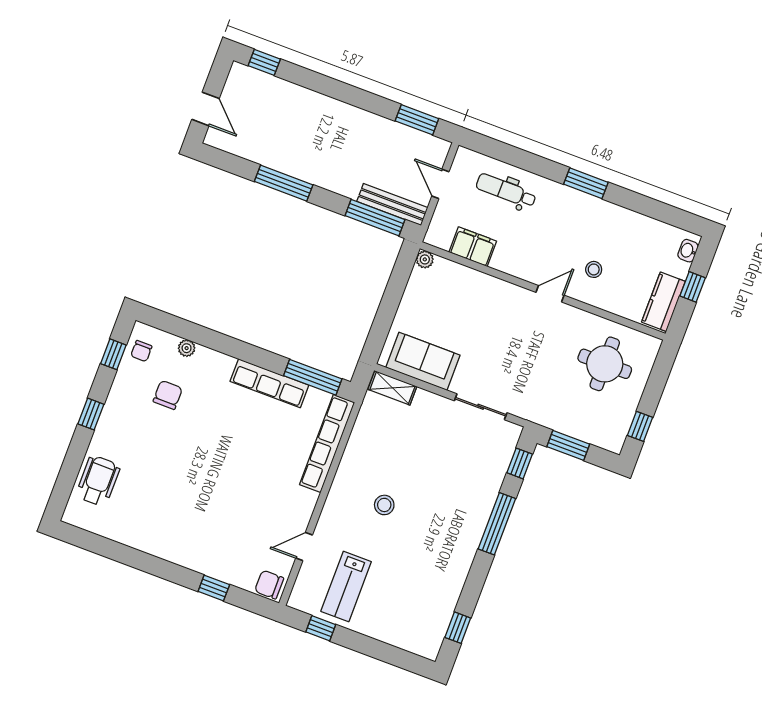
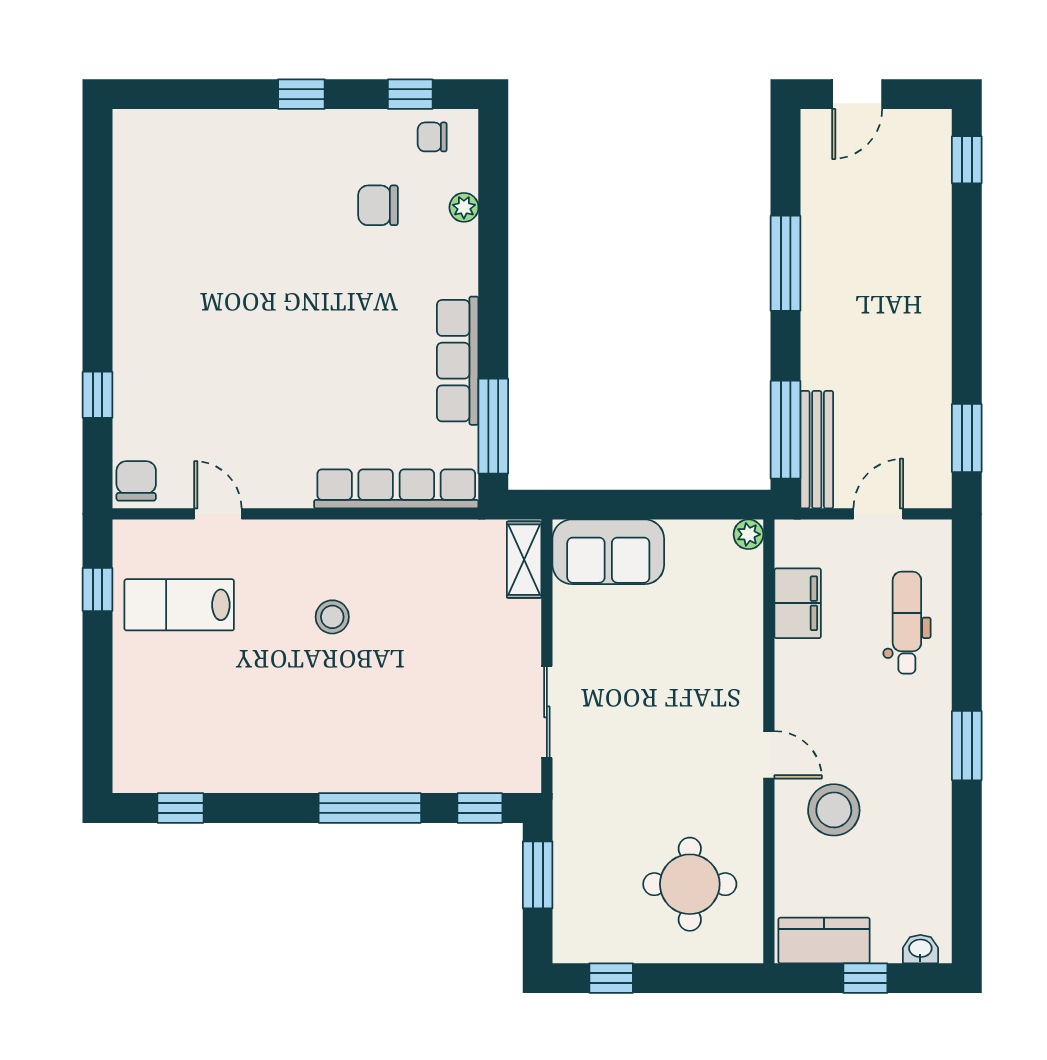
stool: (594, 269) -> (834, 810), width x1.89, depth x1.89
sofa: (423, 361) -> (608, 552), moved, turned 90
chair: (168, 395) -> (378, 205), turned 180
wheelchair: (98, 481) -> (199, 146), removed

